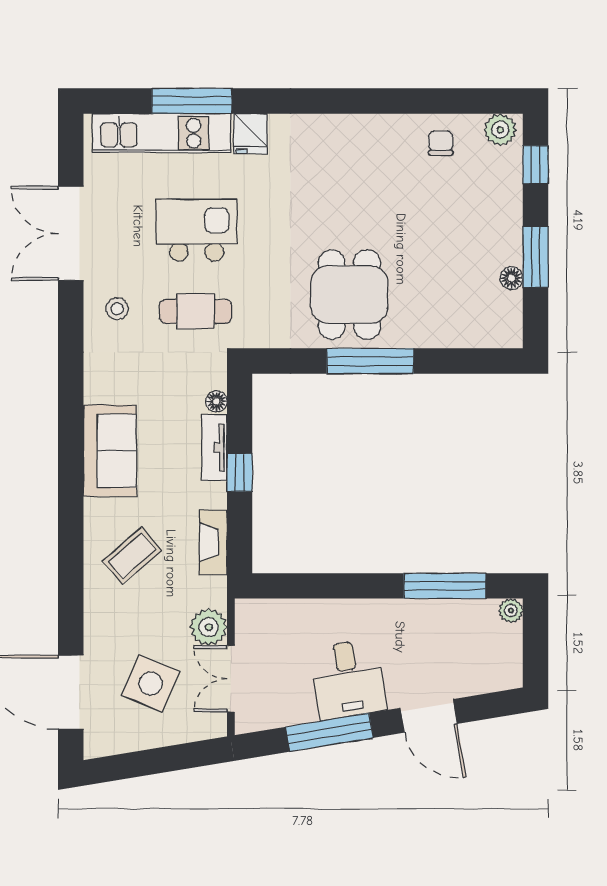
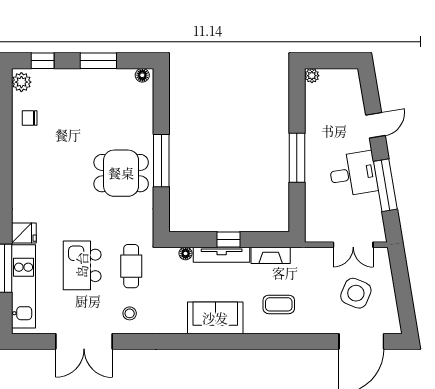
floor lamp: (512, 278) -> (142, 75), moved
tv unit: (214, 448) -> (222, 255), width x1.41
coffee table: (132, 556) -> (279, 304), turned -49
window: (445, 586) -> (297, 158), moved
plant: (209, 627) -> (322, 258), removed
door: (429, 716) -> (375, 125), width x0.73

